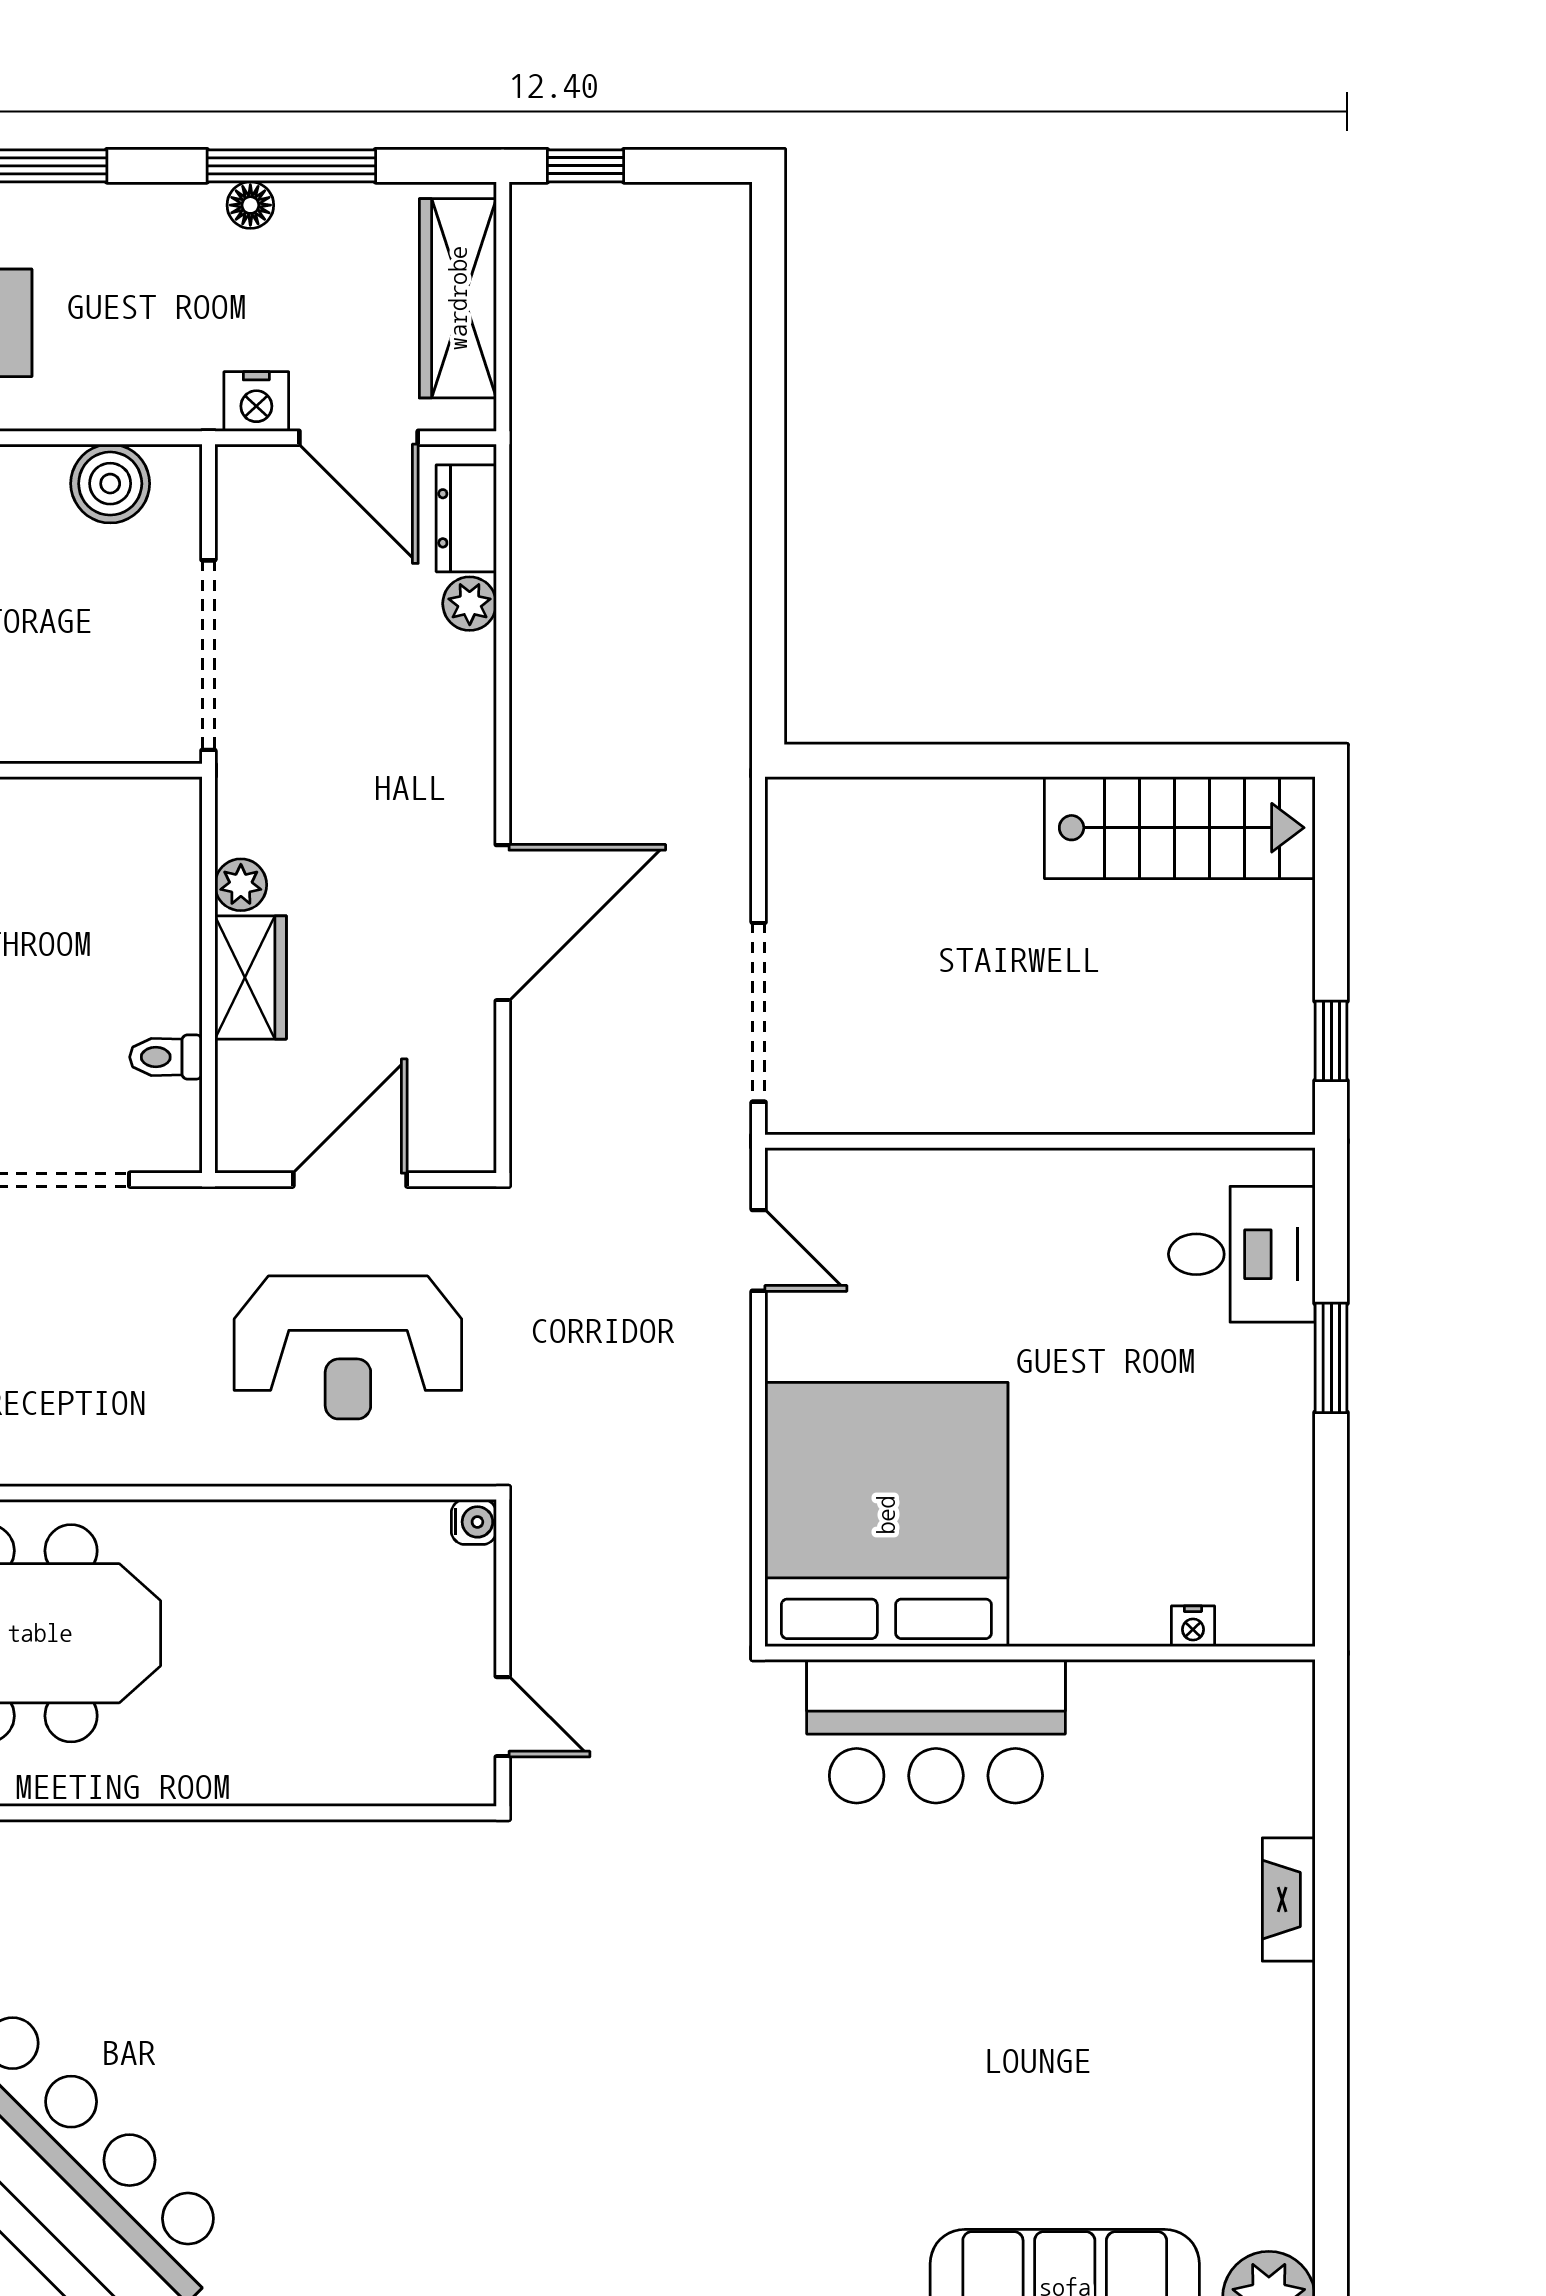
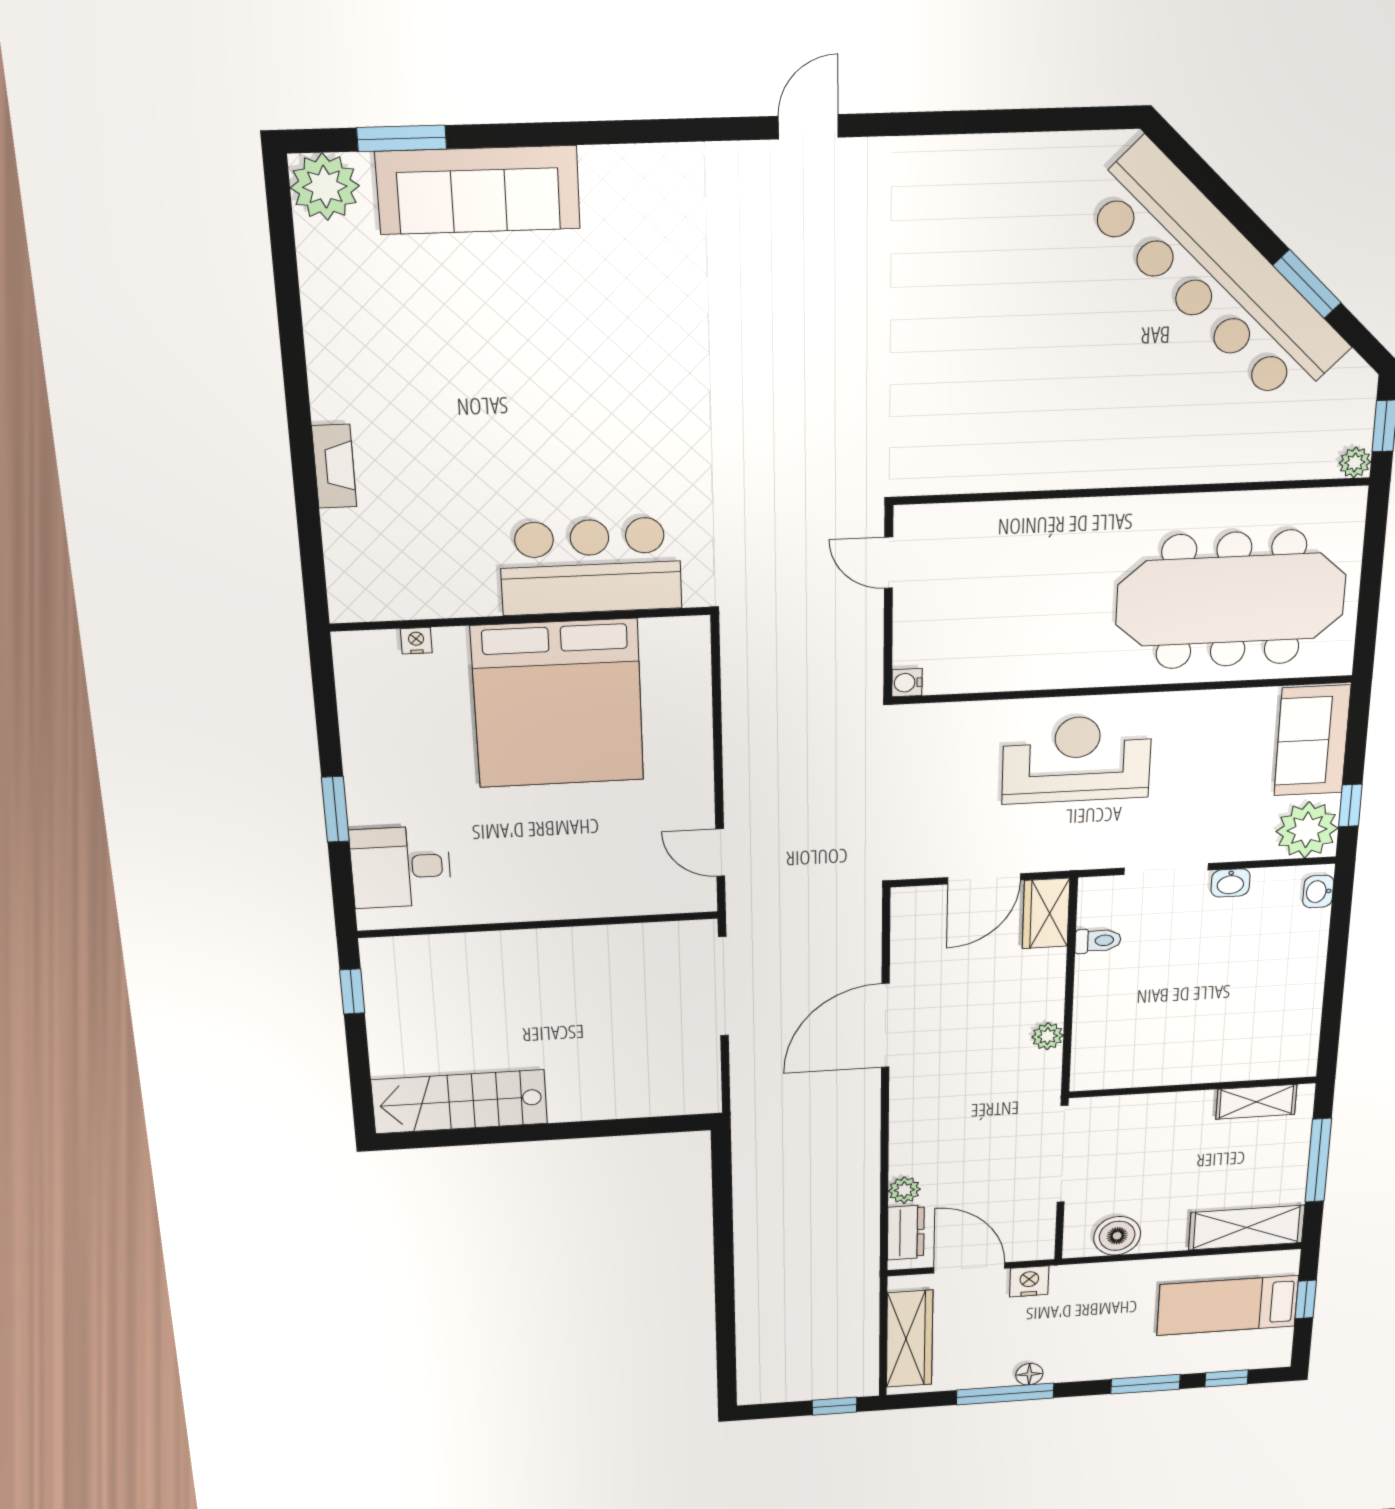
wardrobe: (251, 977) -> (1046, 913), moved
reception desk: (348, 1347) -> (1077, 759), moved
bed: (886, 1515) -> (558, 704), moved

